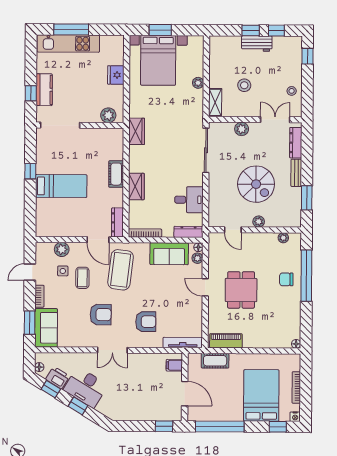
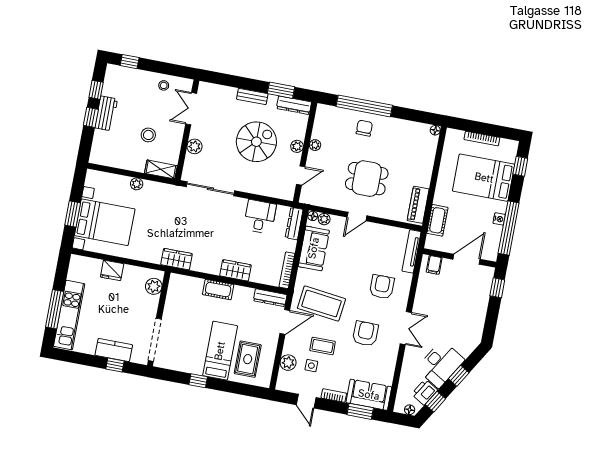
dresser: (296, 143) -> (294, 105), moved
rug: (58, 212) -> (248, 359), added
plant: (283, 238) -> (315, 145), moved
chair: (286, 279) -> (364, 128), turned 180
nightstand: (295, 417) -> (499, 219), moved

